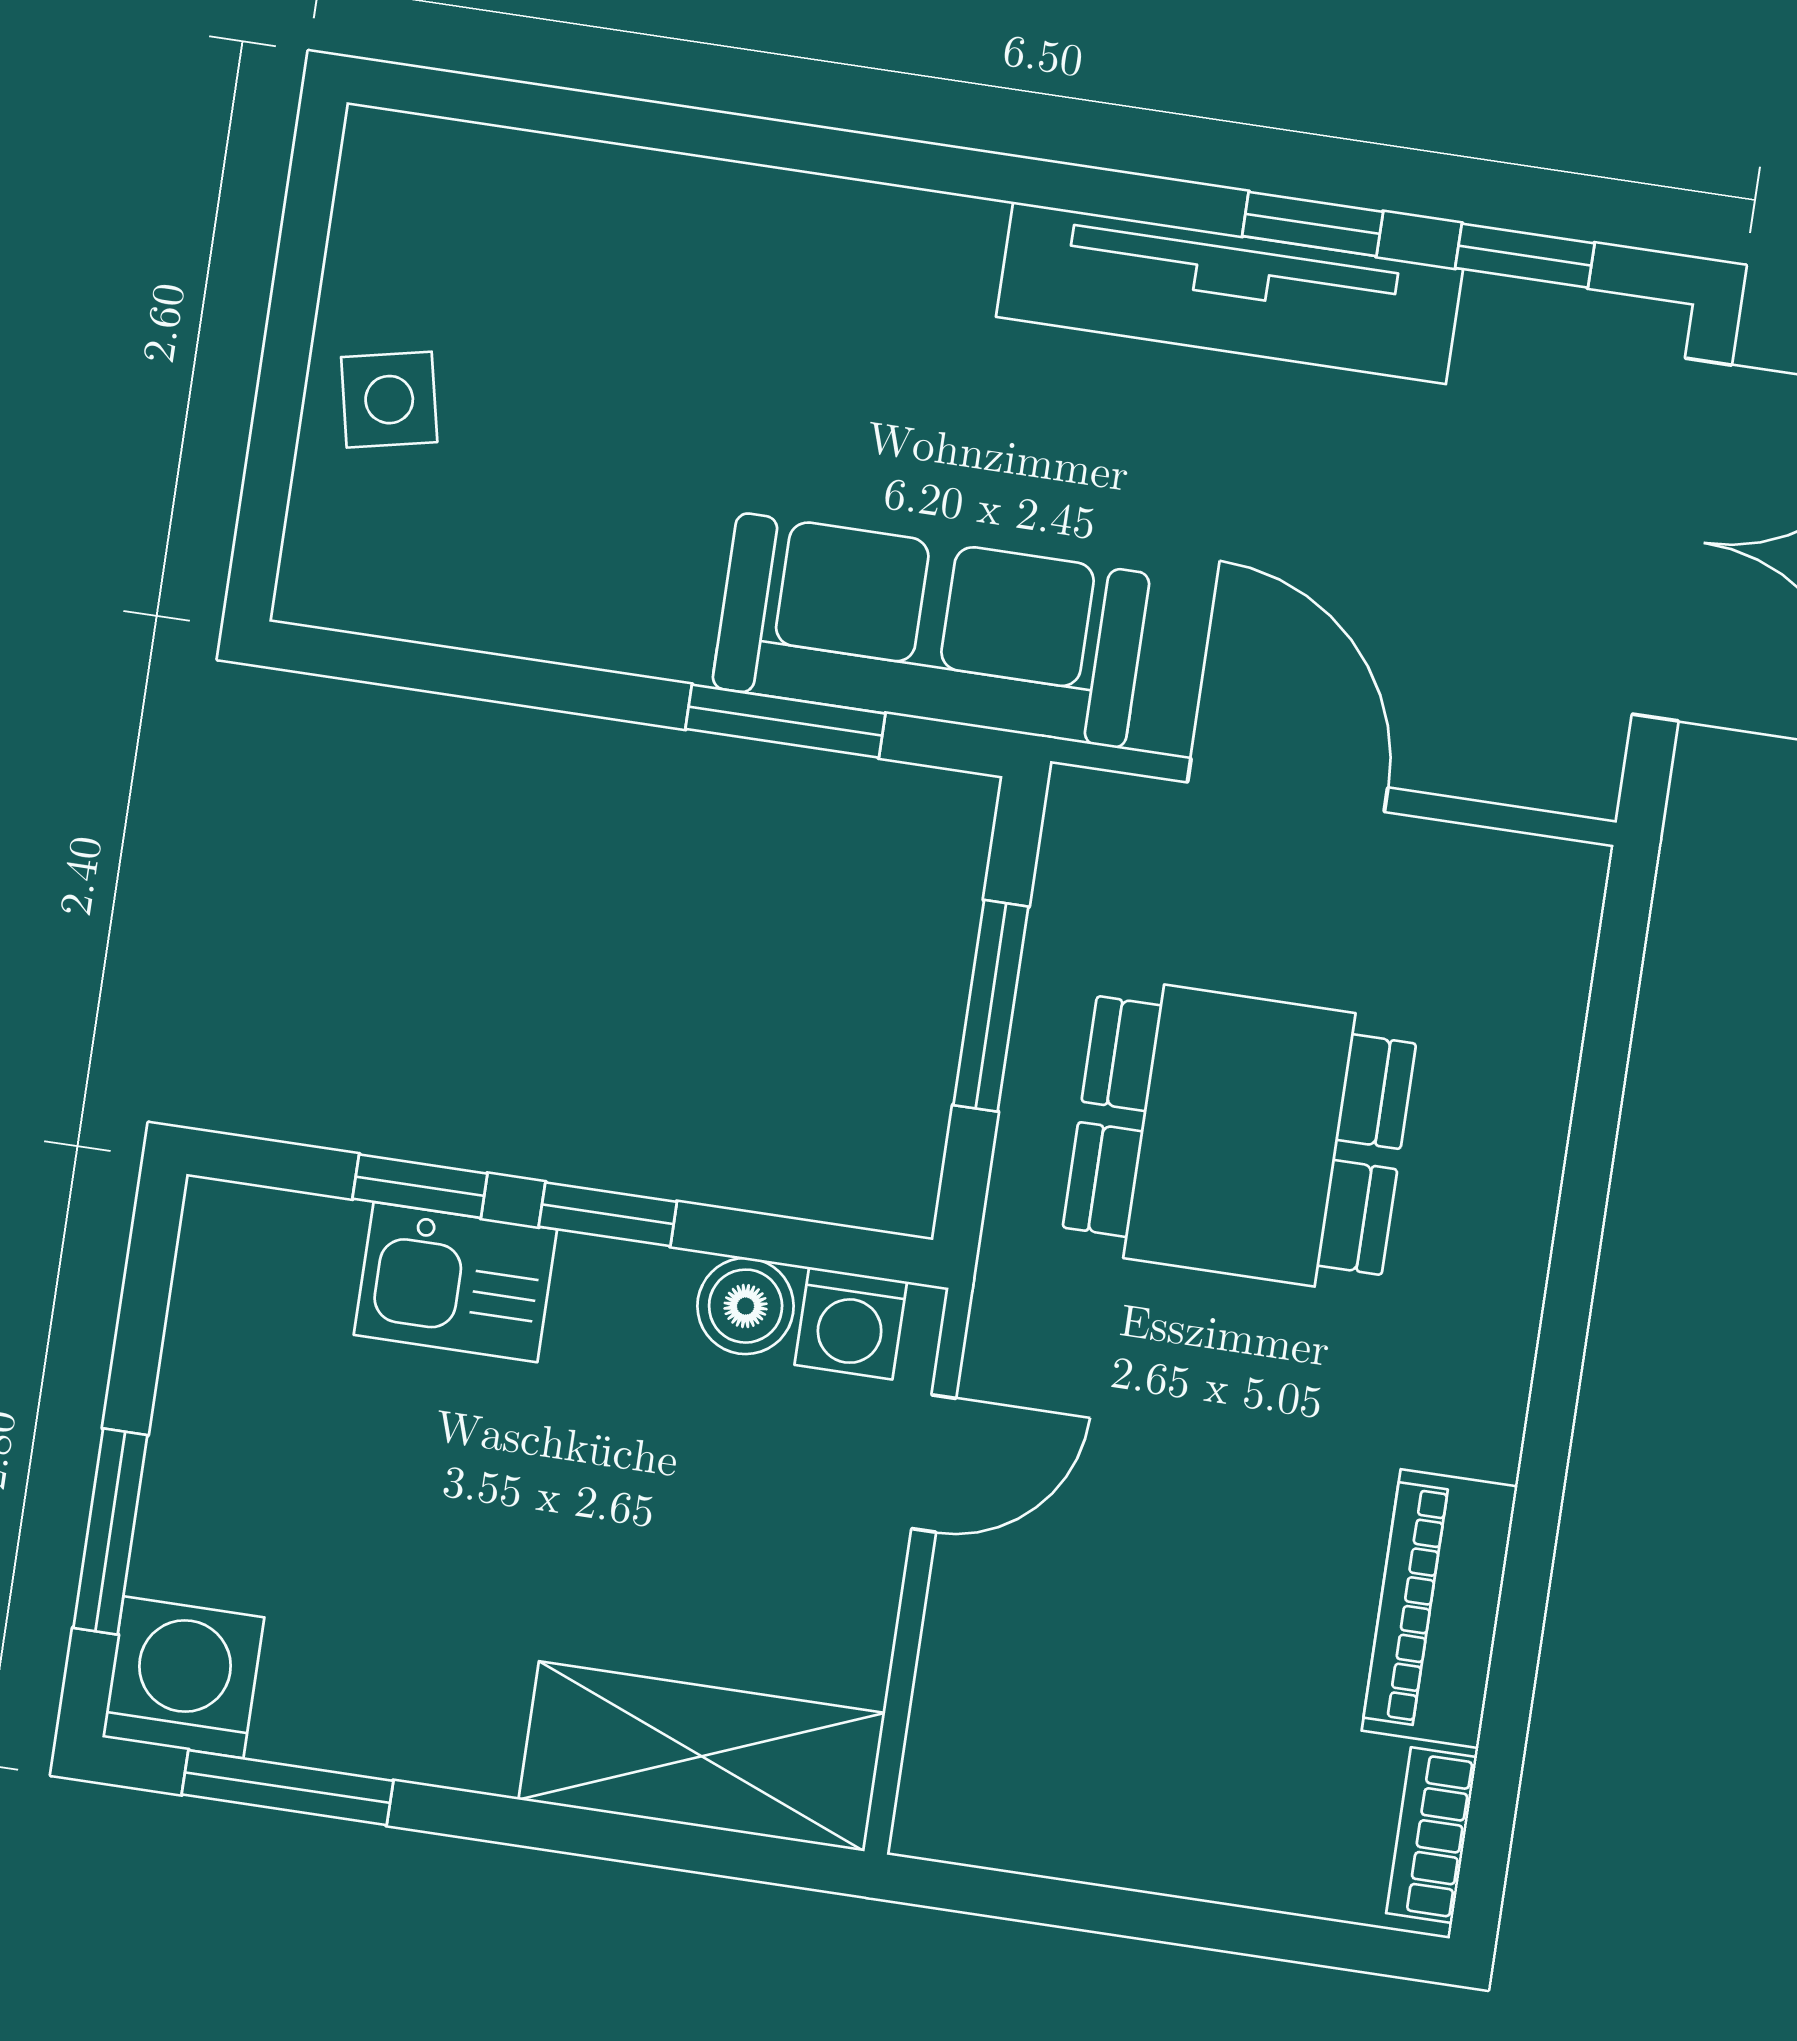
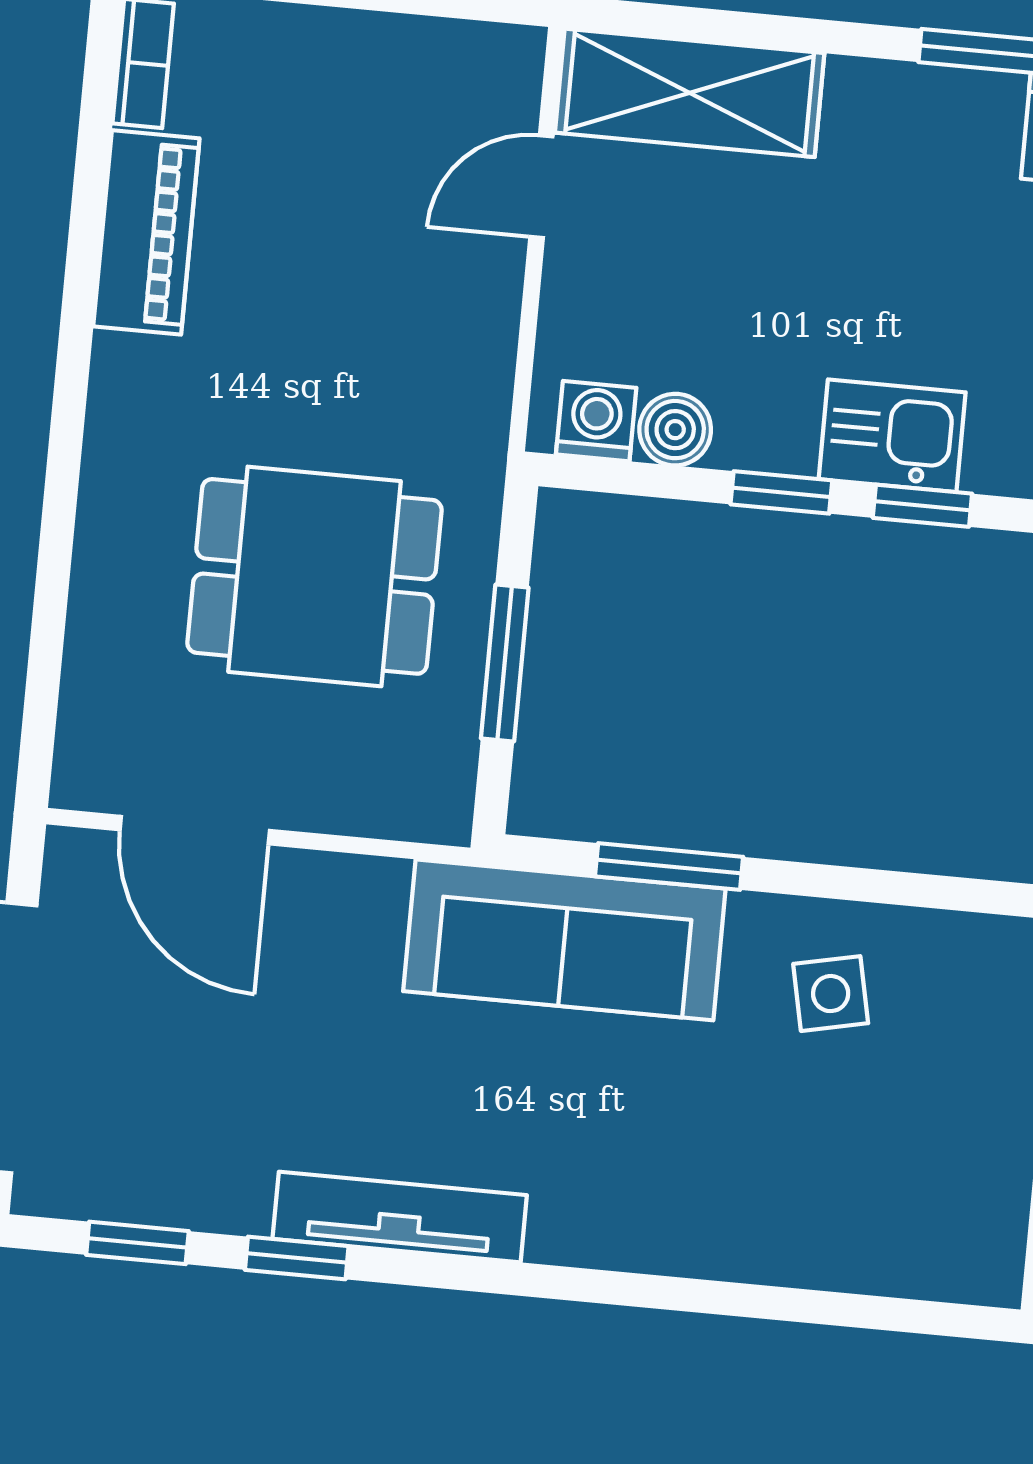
tv unit: (1230, 293) -> (400, 1217), width x0.73, depth x0.78
side table: (389, 400) -> (831, 994), moved
door: (1288, 785) -> (195, 830), moved
door: (934, 1463) -> (541, 187), moved

